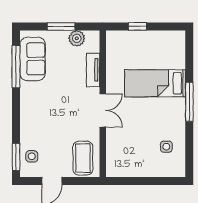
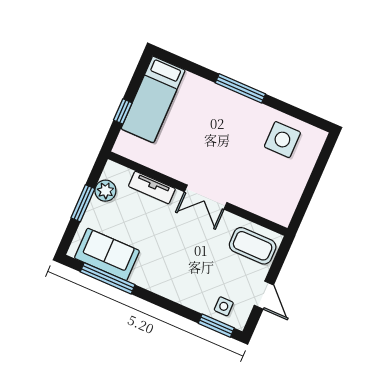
bed: (155, 83) -> (153, 99), moved
double door: (103, 110) -> (206, 197), swing flipped
side table: (166, 147) -> (282, 140), width x1.87, depth x1.87

